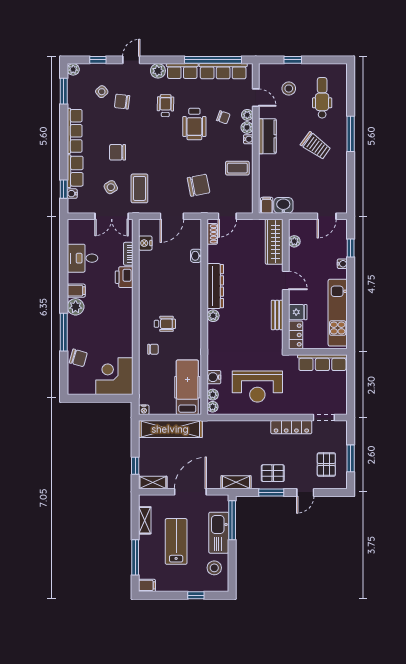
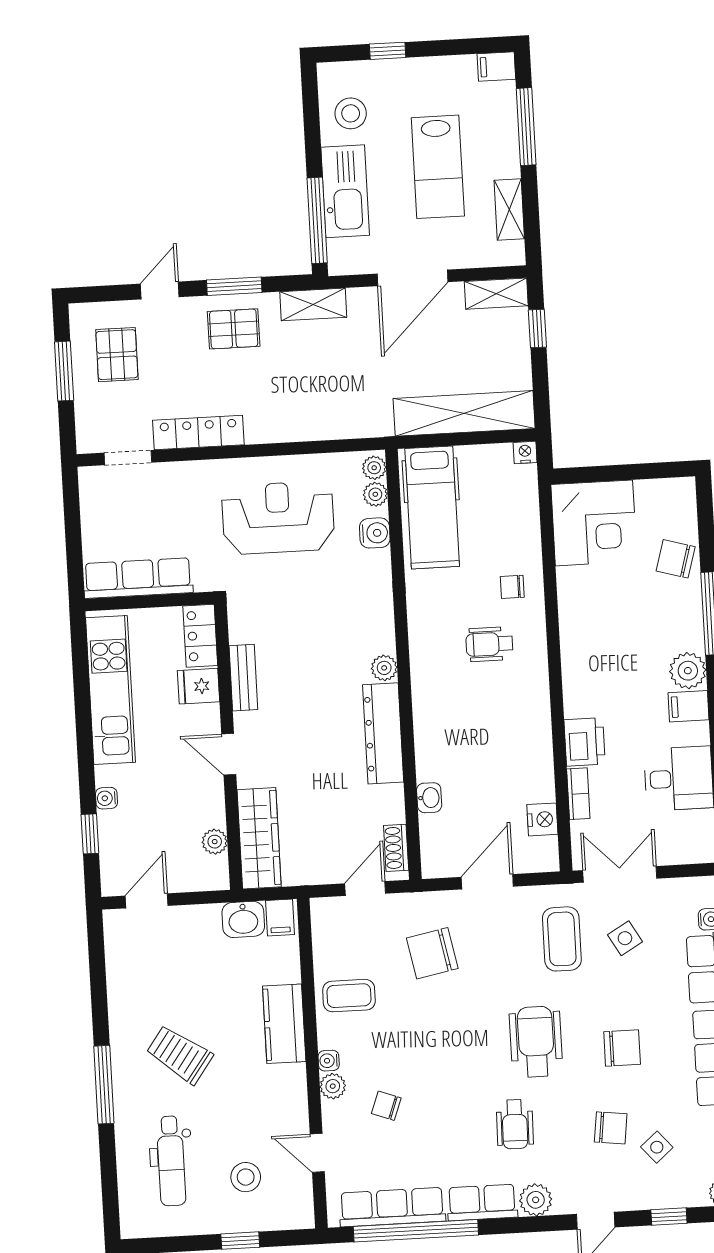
plant: (247, 115) -> (334, 1114), removed
wheelchair: (194, 124) -> (536, 1042), moved
kitchen counter: (267, 136) -> (284, 1024), moved
chair: (118, 152) -> (622, 1048), moved

